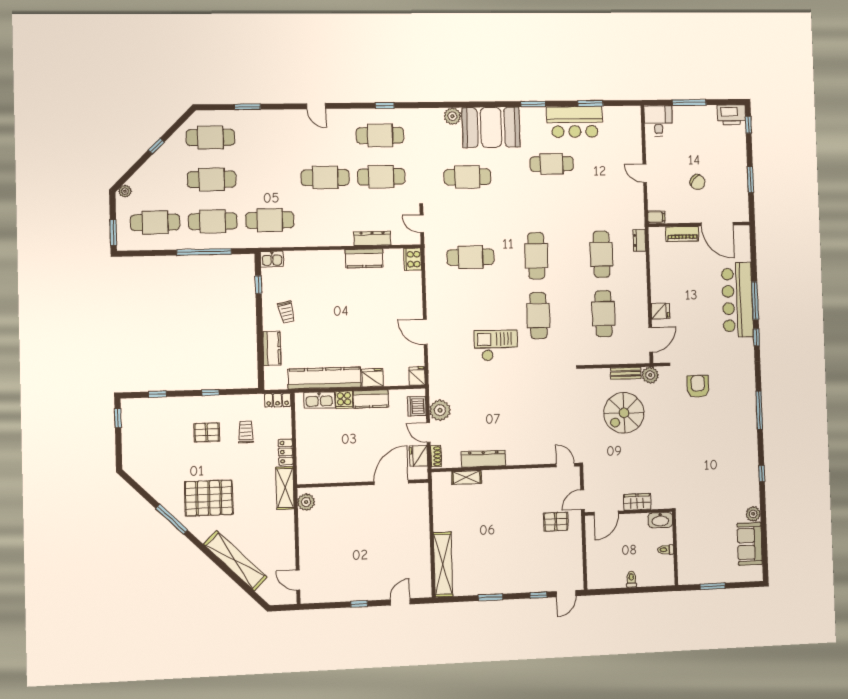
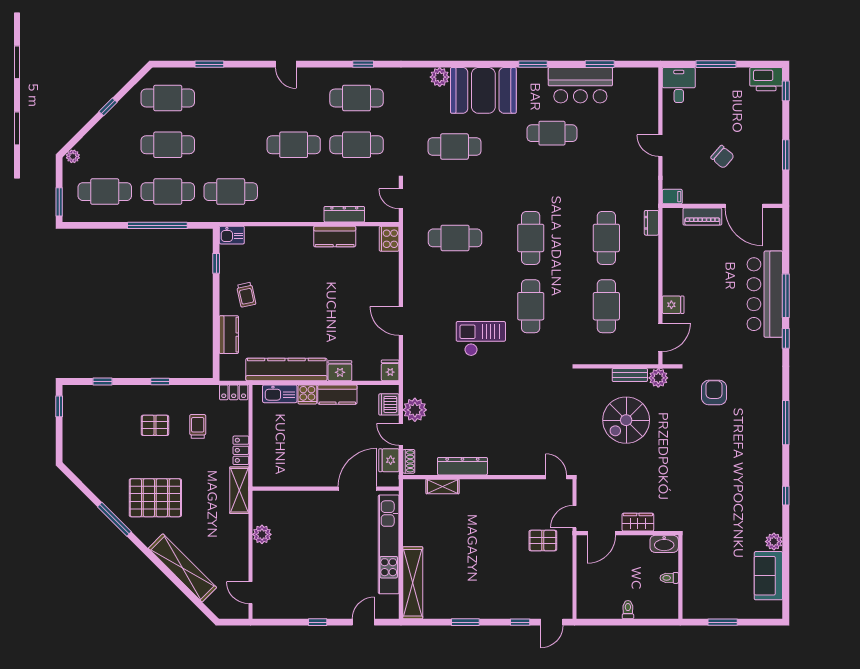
plant: (306, 502) -> (262, 534), moved
kitchen unit: (421, 531) -> (389, 544), added

